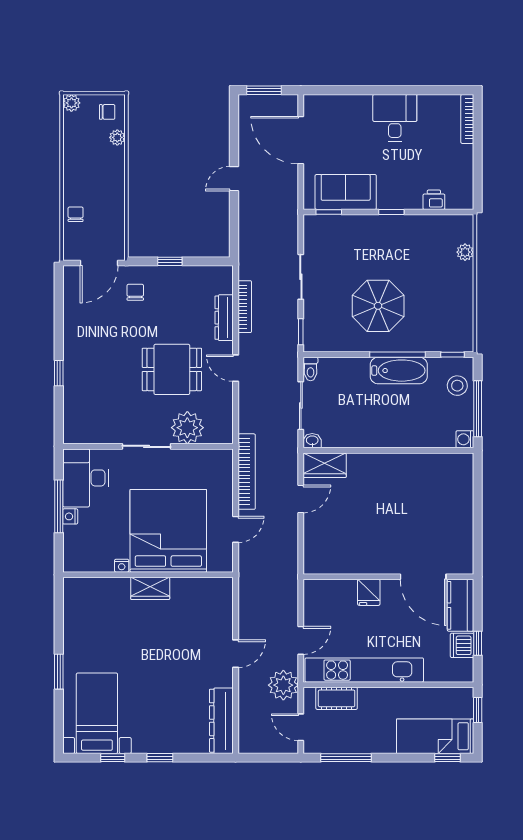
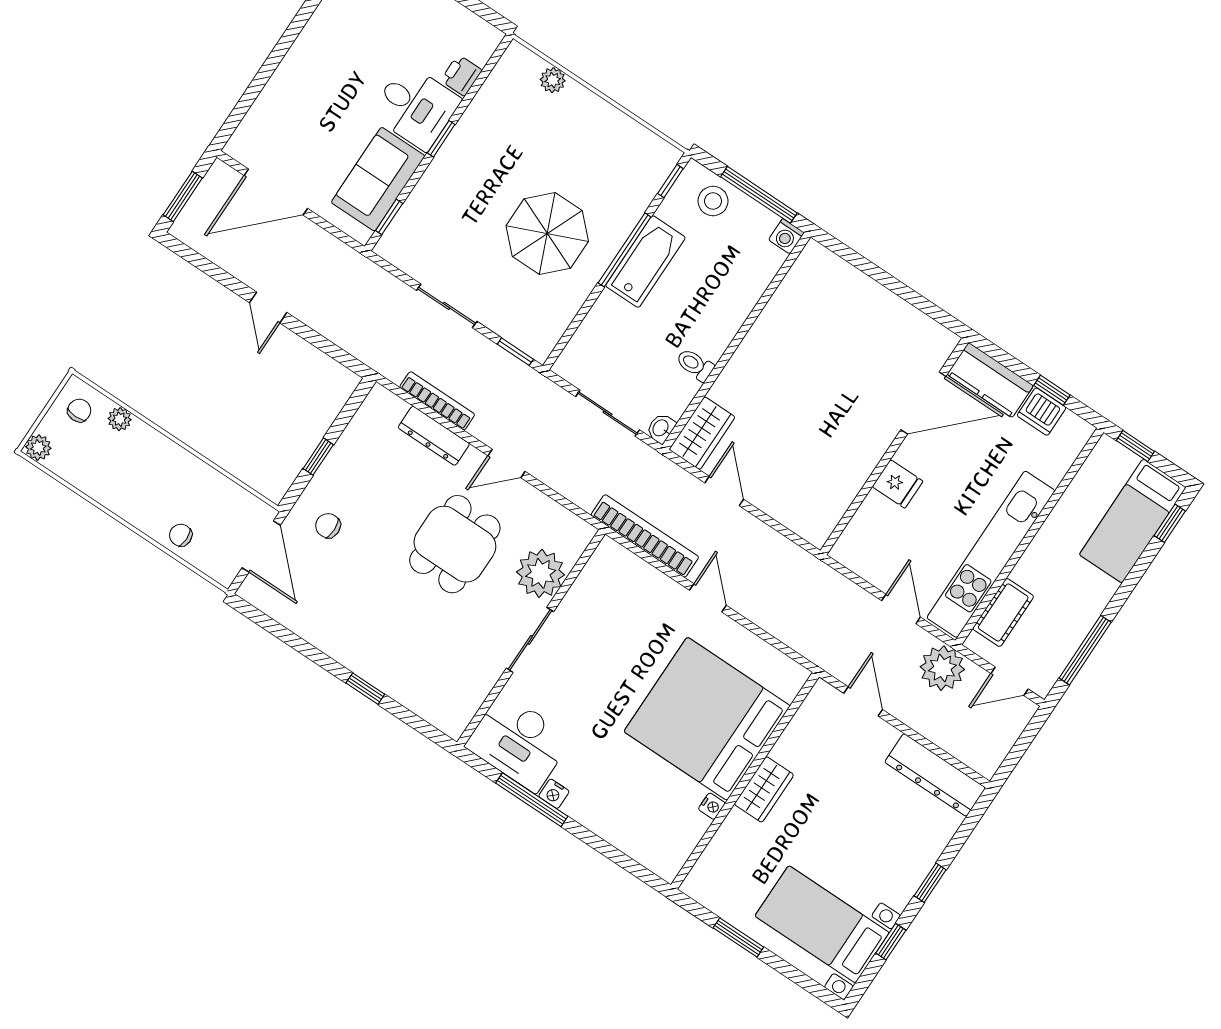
desk: (395, 118) -> (416, 107), moved, turned 180
toilet: (311, 369) -> (695, 365), moved, turned 180
bed: (168, 531) -> (707, 719), moved
nightstand: (122, 566) -> (712, 806), moved
wall: (148, 575) -> (745, 781), moved
wardrobe: (150, 588) -> (764, 789), moved

